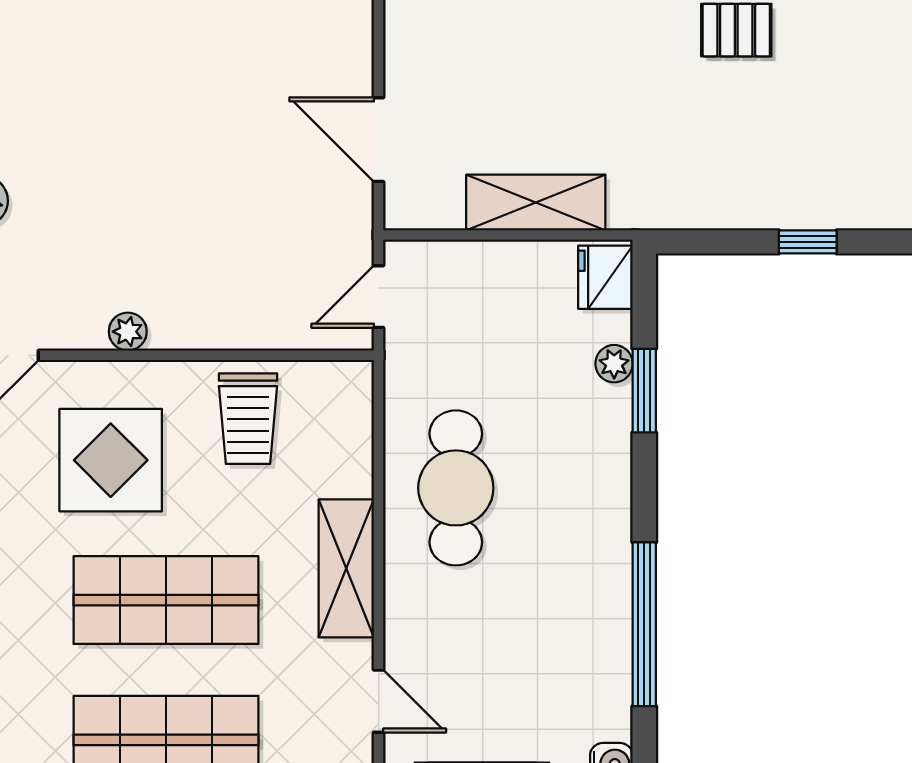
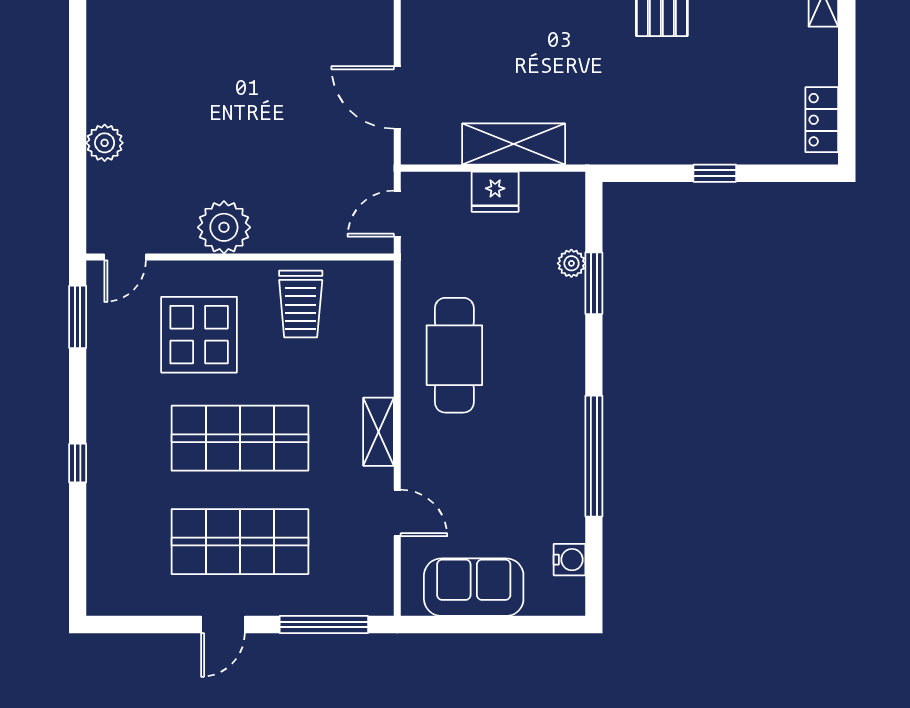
fridge: (605, 277) -> (495, 192), moved, turned -90
plant: (128, 332) -> (224, 227), width x1.87, depth x1.87
shelving: (346, 568) -> (378, 432), width x0.67, depth x0.75

